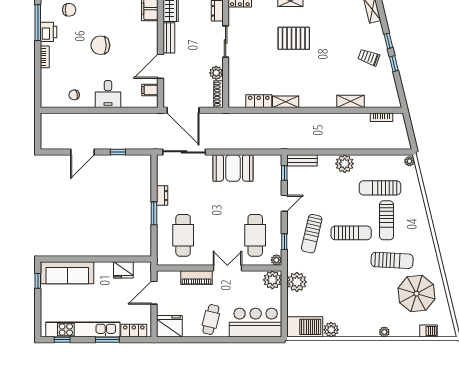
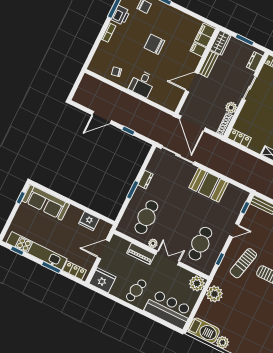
filing cabinet: (150, 90) -> (198, 49), moved
locker: (259, 101) -> (239, 138), moved
plant: (276, 260) -> (153, 243), moved

